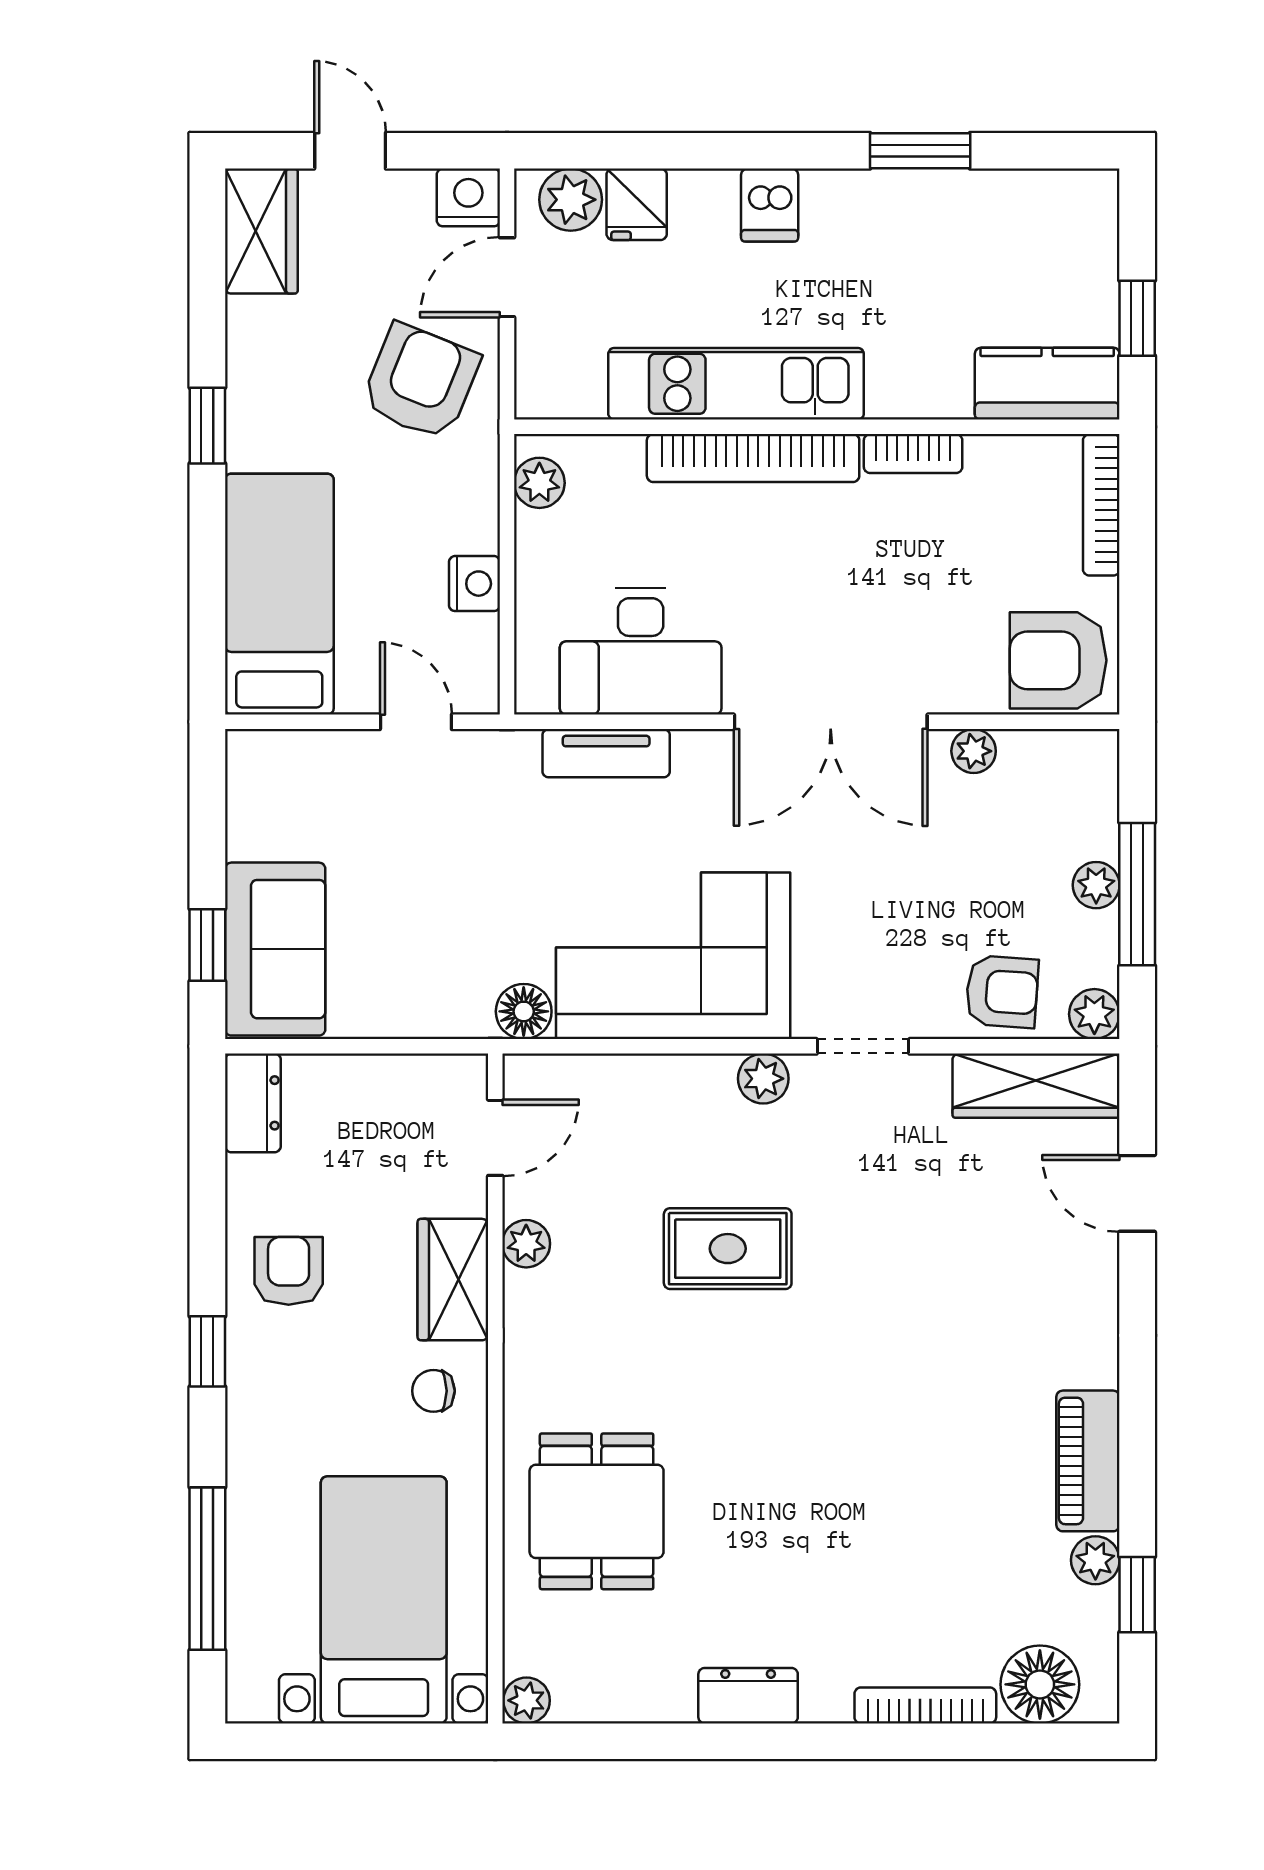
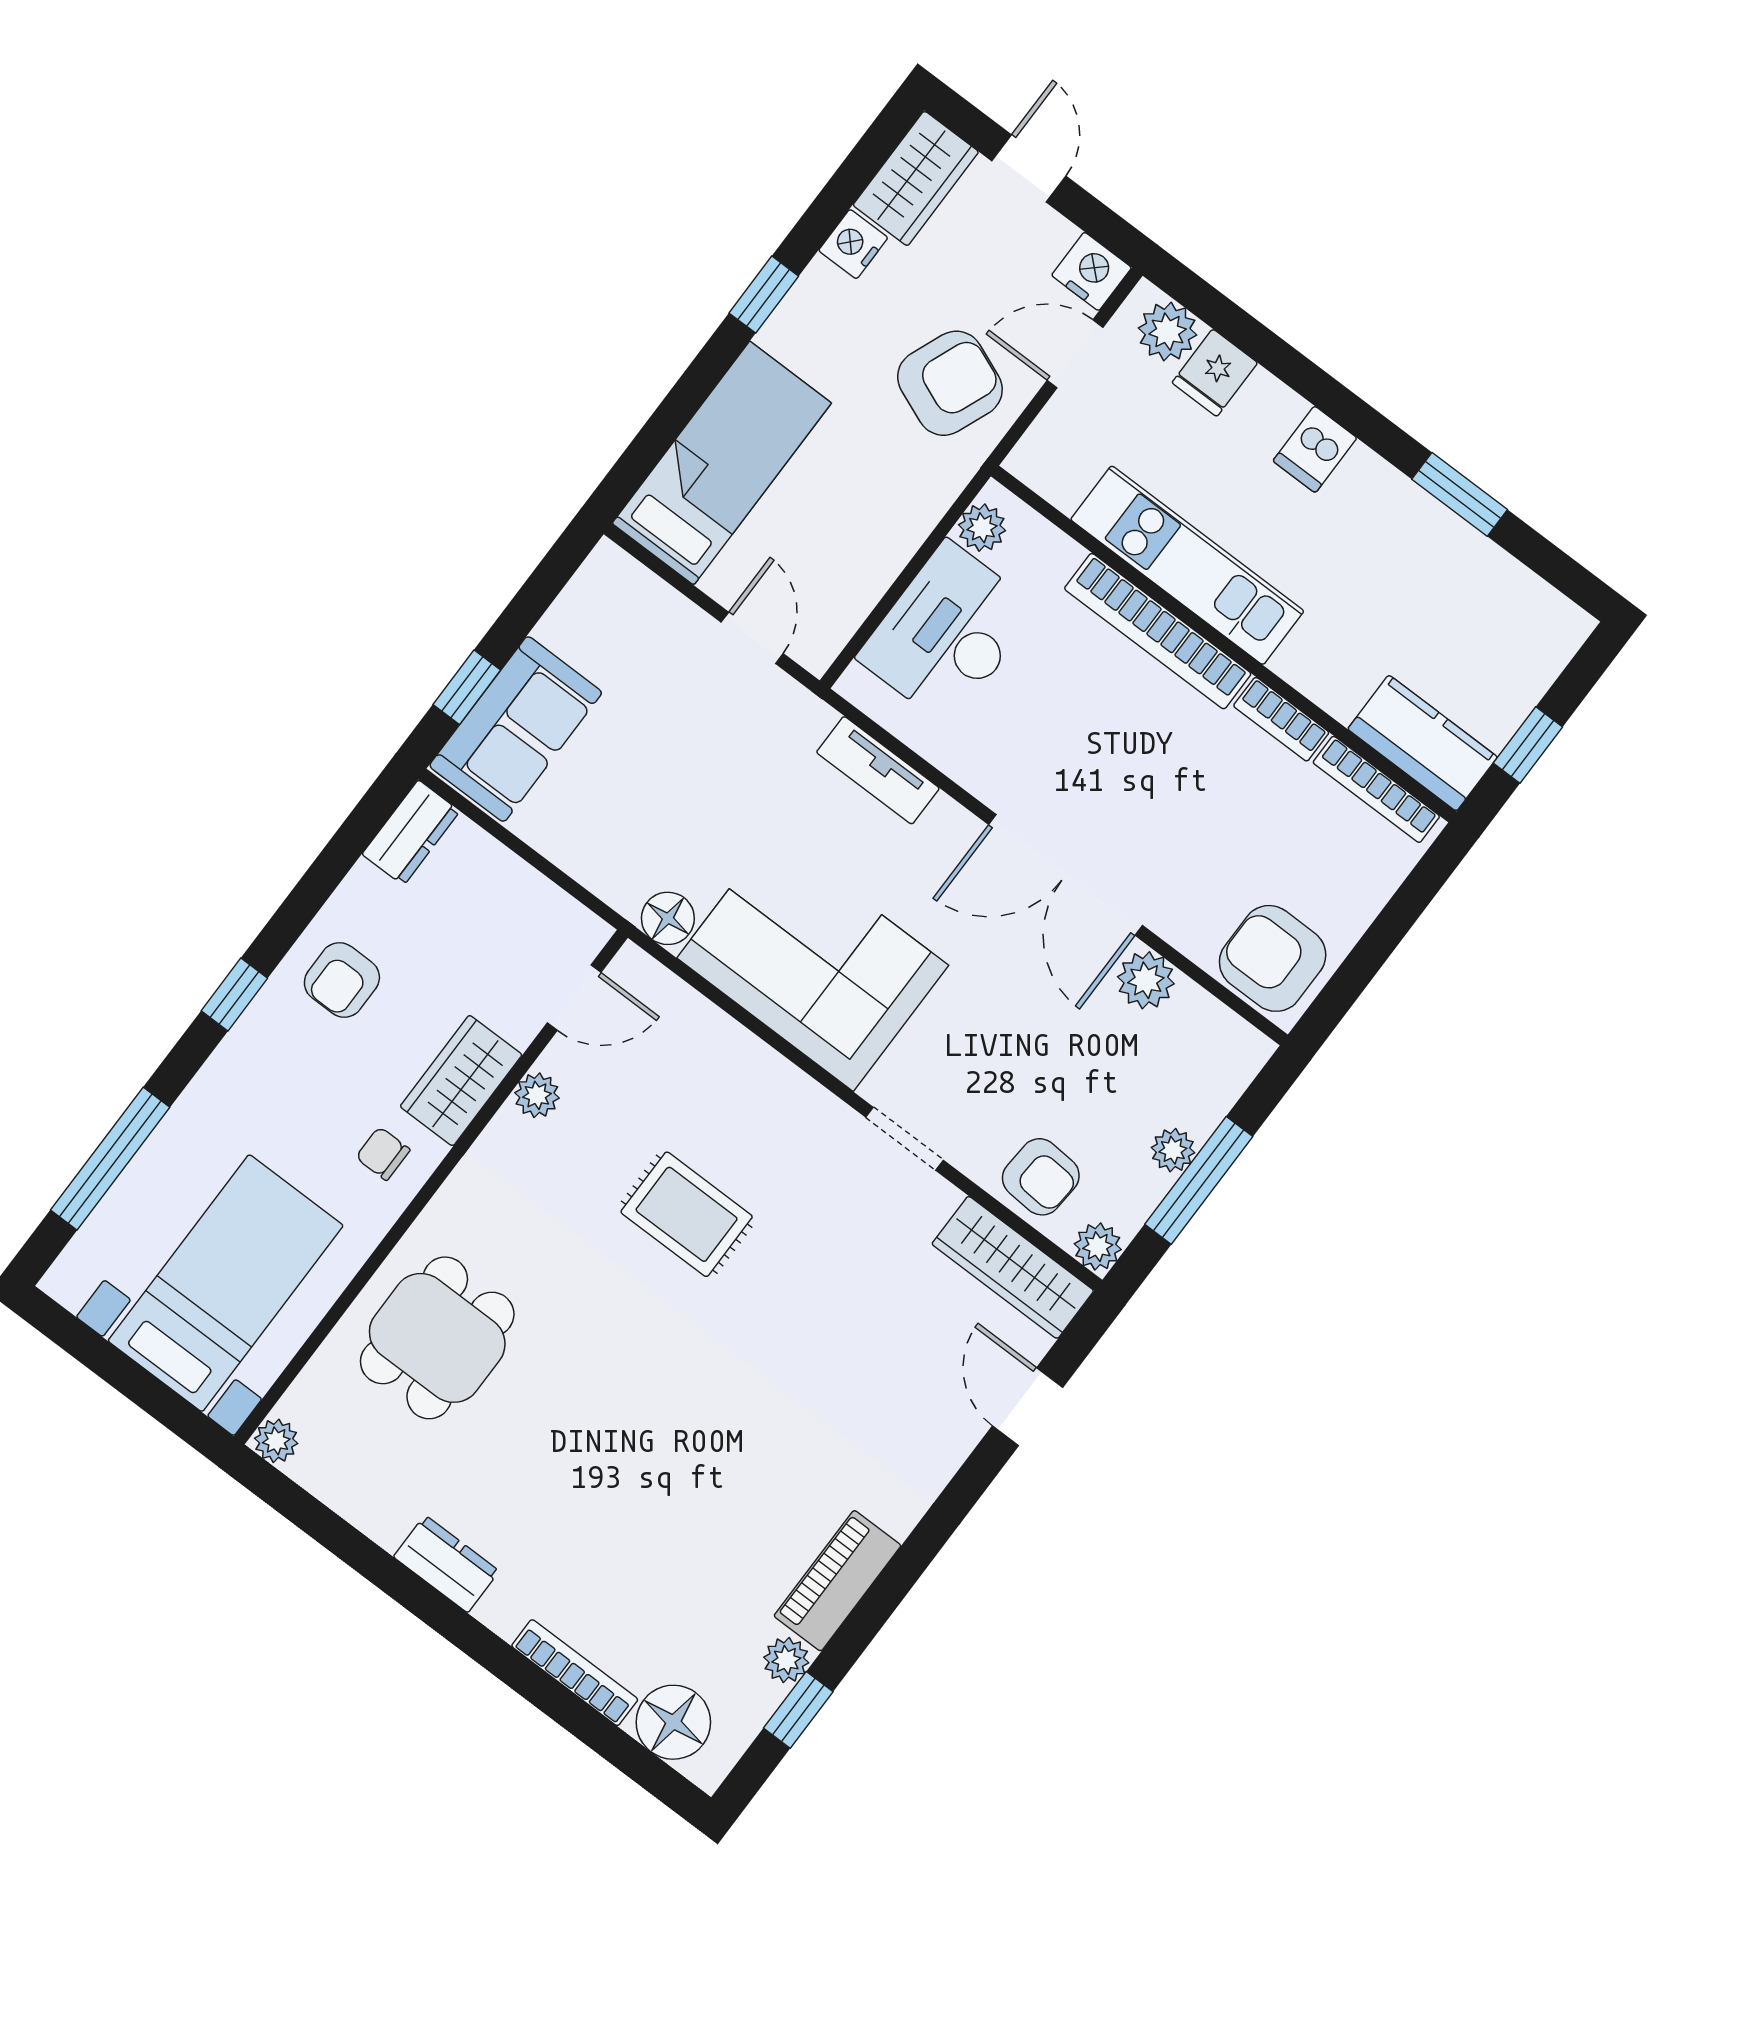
bookcase: (1101, 505) -> (1376, 789), moved, turned -90
nightstand: (475, 584) -> (853, 244), moved, turned 180
desk: (641, 651) -> (948, 633), moved, turned 90
plant: (974, 751) -> (1146, 980), width x1.38, depth x1.38
plant: (763, 1079) -> (811, 1106), removed
armchair: (289, 1271) -> (342, 980), turned 180

